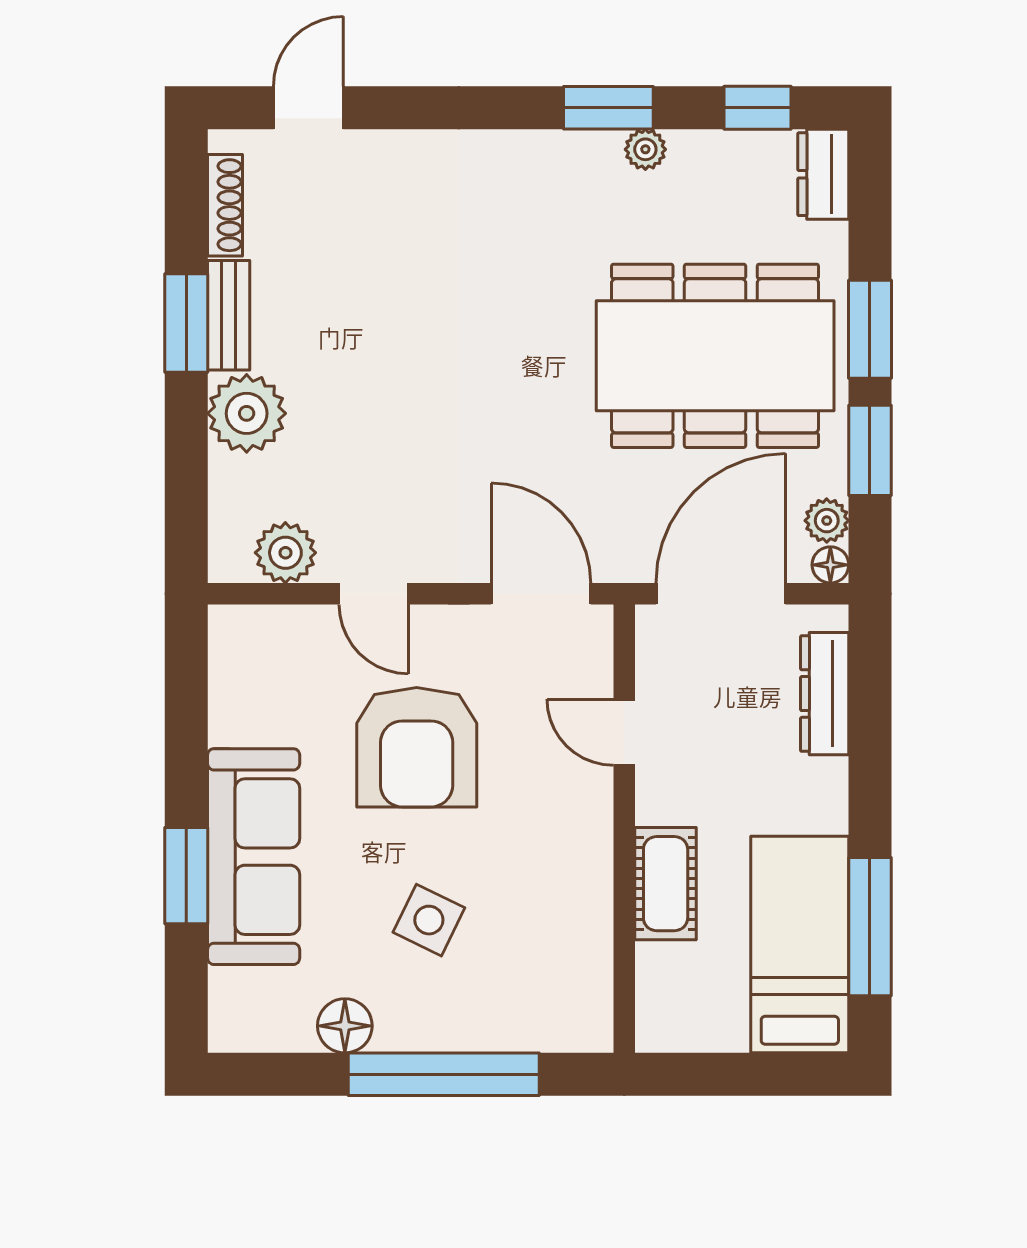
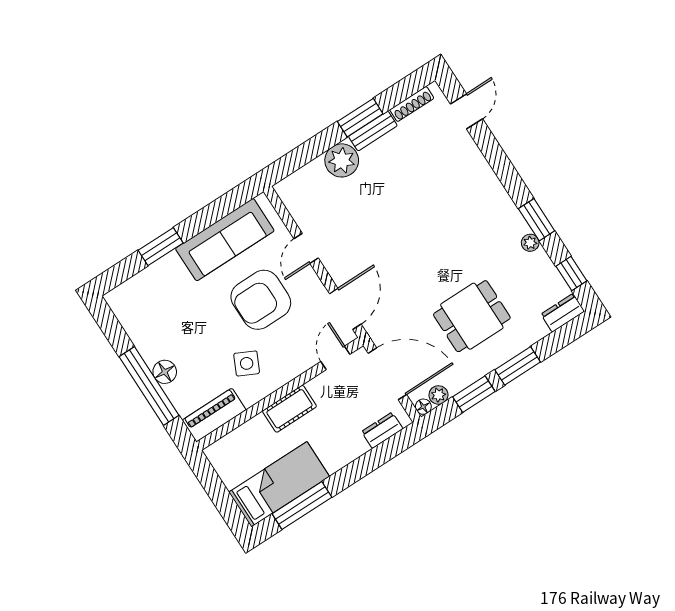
door: (308, 108) -> (466, 111), hinge flipped
dining table: (715, 356) -> (472, 316), width x0.53, depth x0.80
plant: (285, 553) -> (300, 207), removed
dresser: (825, 694) -> (382, 430), width x0.70
door: (624, 732) -> (335, 358), moved
sofa: (254, 857) -> (225, 240), moved
cot: (666, 884) -> (289, 409), moved
side table: (429, 920) -> (247, 363), moved
piano: (583, 984) -> (214, 415), added
floor lamp: (345, 1026) -> (165, 372), moved

